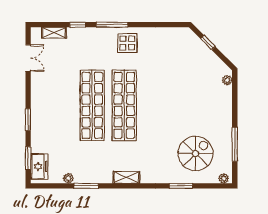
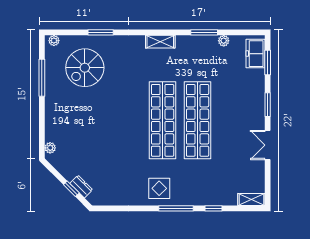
shelving: (54, 33) -> (251, 200), moved
dresser: (199, 45) -> (81, 186), added
double door: (28, 58) -> (268, 145), moved

